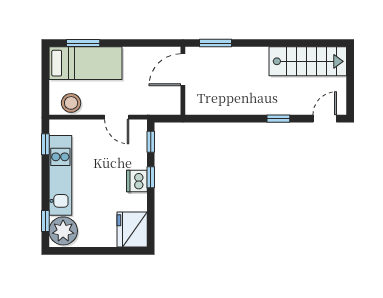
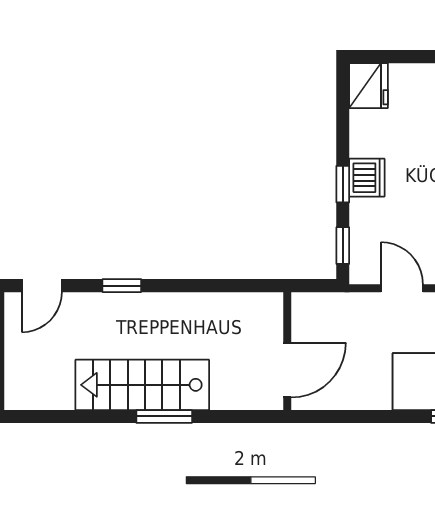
window: (216, 43) -> (164, 416), moved
stairs: (308, 61) -> (142, 385), moved
fridge: (132, 229) -> (369, 86), width x0.73, depth x0.75

